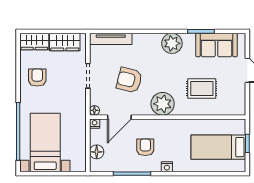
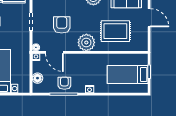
armchair: (129, 80) -> (62, 25), turned 76
rug: (202, 88) -> (115, 31), width x1.36, depth x1.43
door: (119, 117) -> (54, 52), hinge flipped
armchair: (145, 147) -> (64, 83), moved

